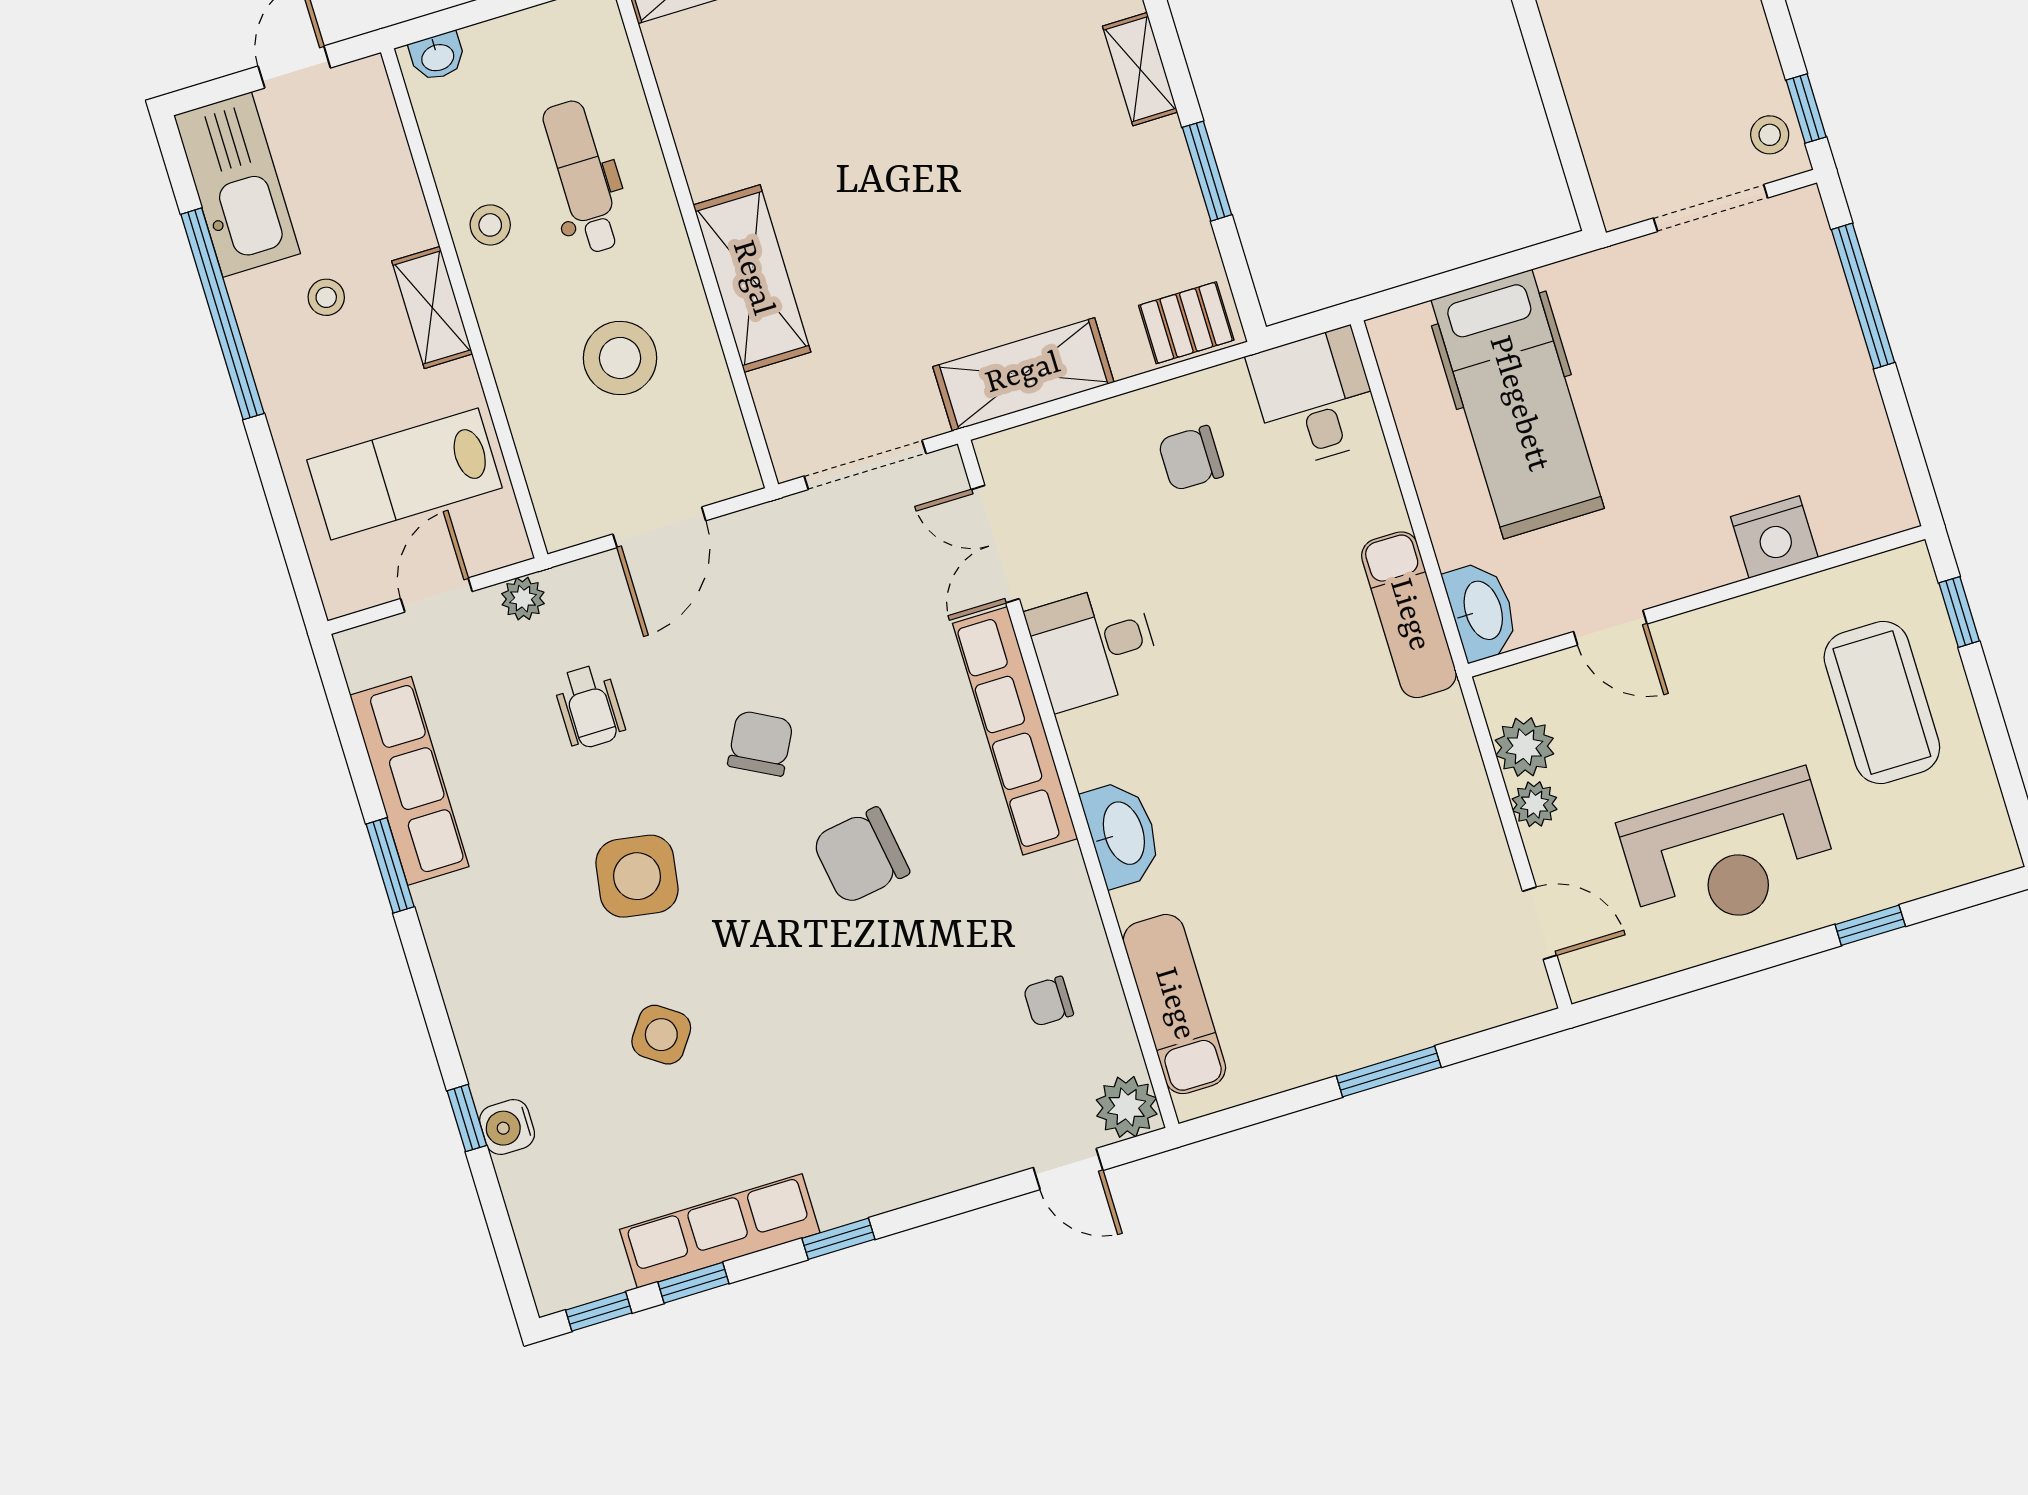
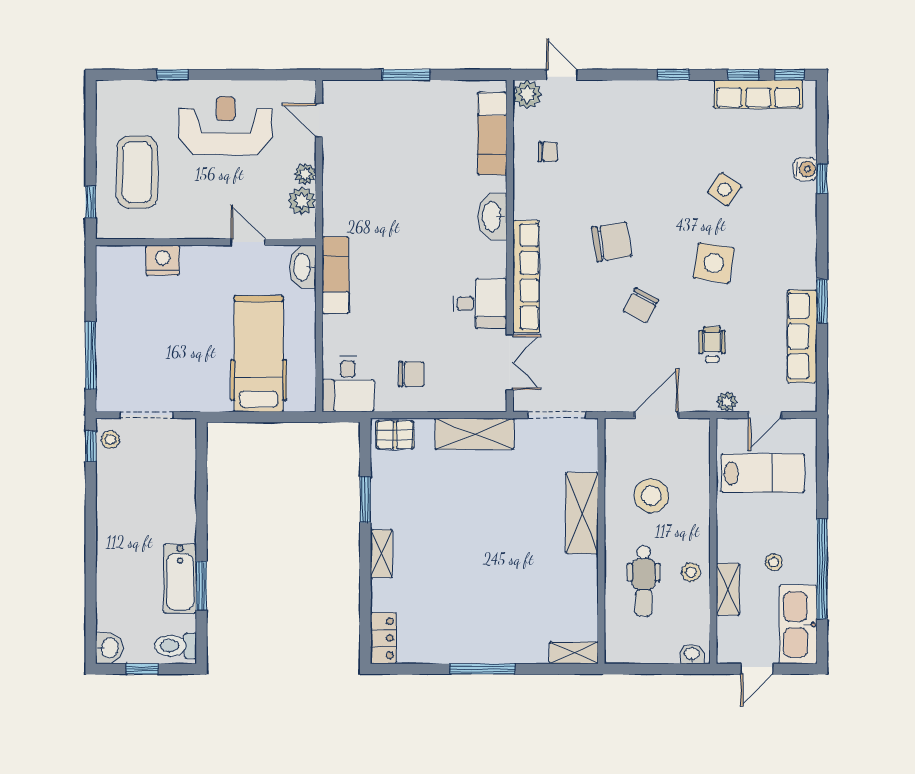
shelving: (432, 307) -> (728, 589), moved
row of seats: (720, 1231) -> (758, 94), moved

